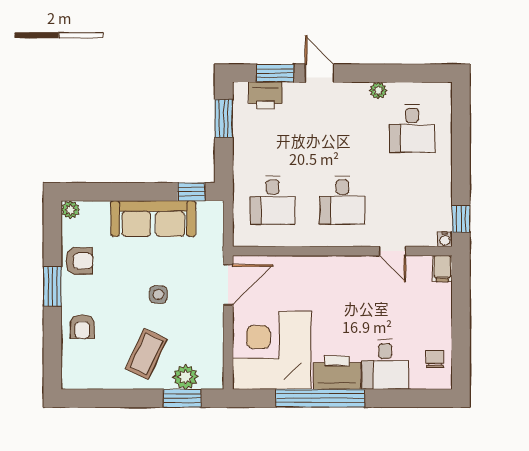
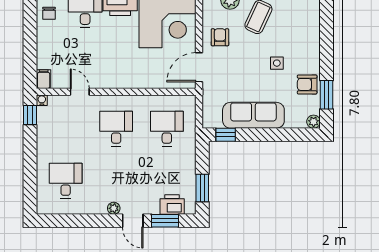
plant: (378, 90) -> (114, 208), moved
window: (52, 286) -> (327, 95), moved
side table: (158, 295) -> (277, 63), moved
armchair: (82, 327) -> (220, 37), moved

